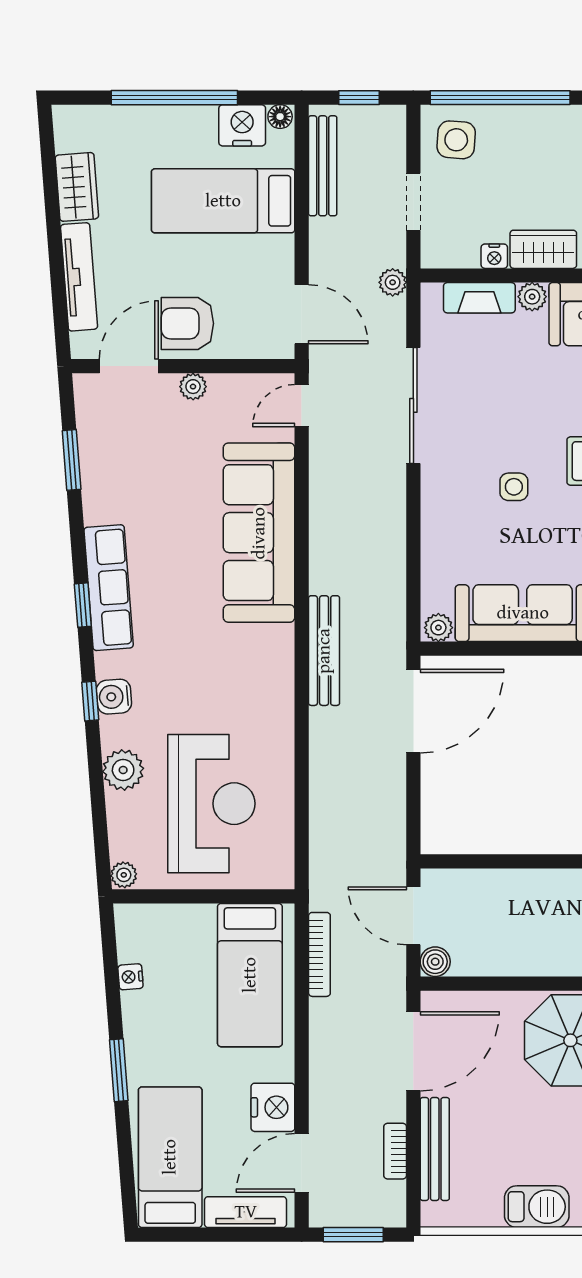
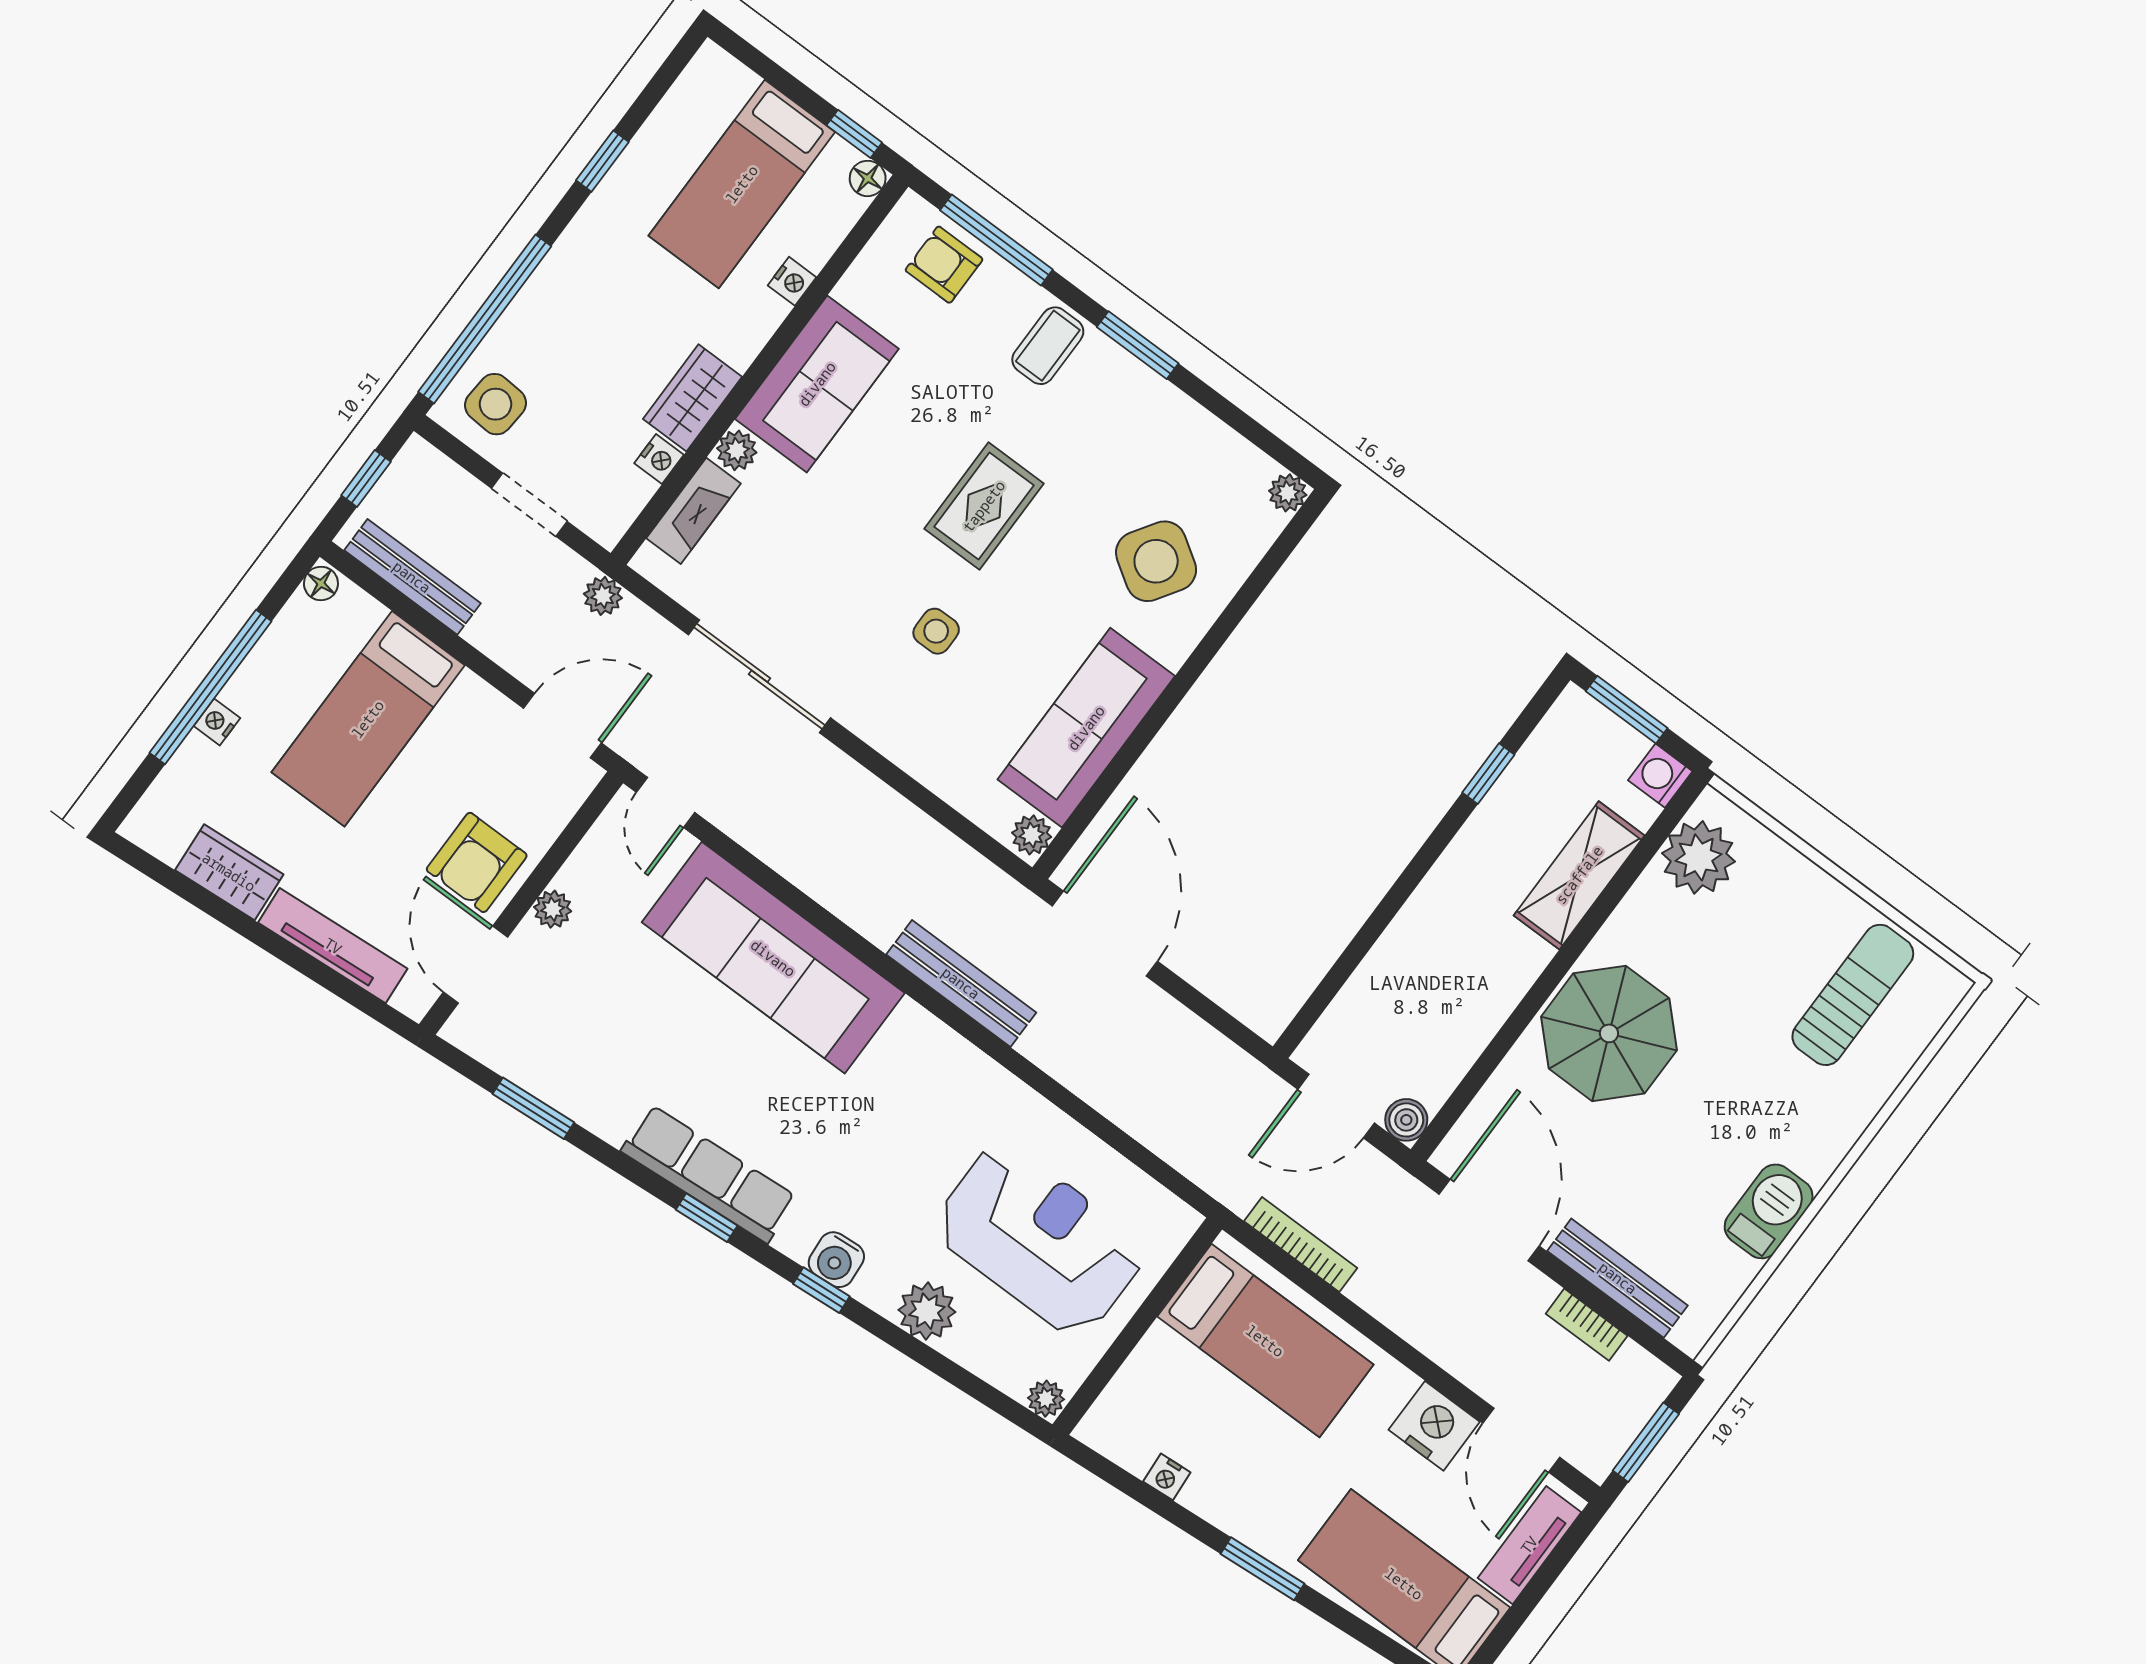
nightstand: (242, 125) -> (217, 722), moved, width x0.53, depth x0.56

